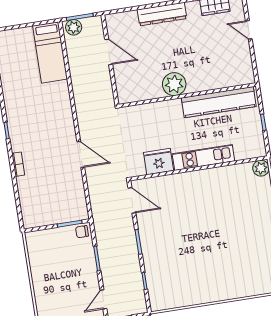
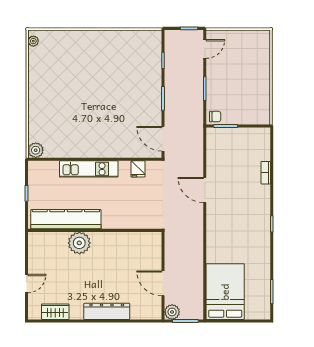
plant: (74, 27) -> (172, 312), moved
door: (249, 30) -> (27, 284), hinge flipped
bed: (50, 52) -> (225, 292), width x1.50
plant: (174, 84) -> (79, 243), moved
fridge: (159, 162) -> (138, 169), width x0.53, depth x0.75
bookcase: (18, 164) -> (266, 173), moved

